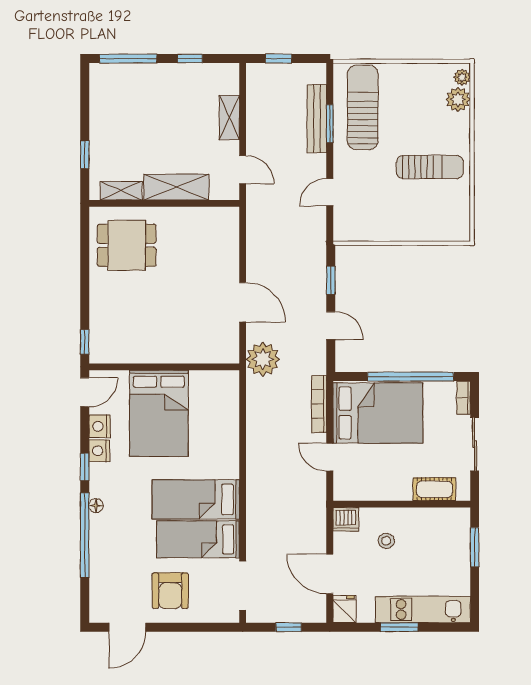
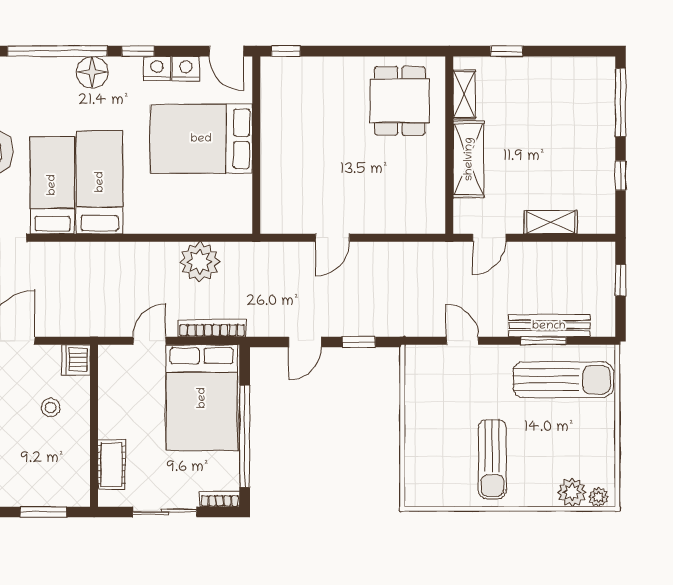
door: (243, 302) -> (333, 238), width x0.73
plant: (263, 359) -> (200, 262), moved
floor lamp: (96, 506) -> (92, 72), width x1.89, depth x1.89

